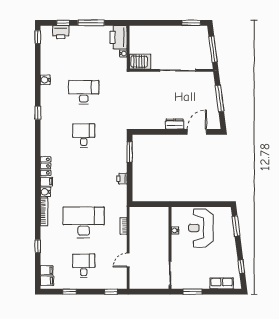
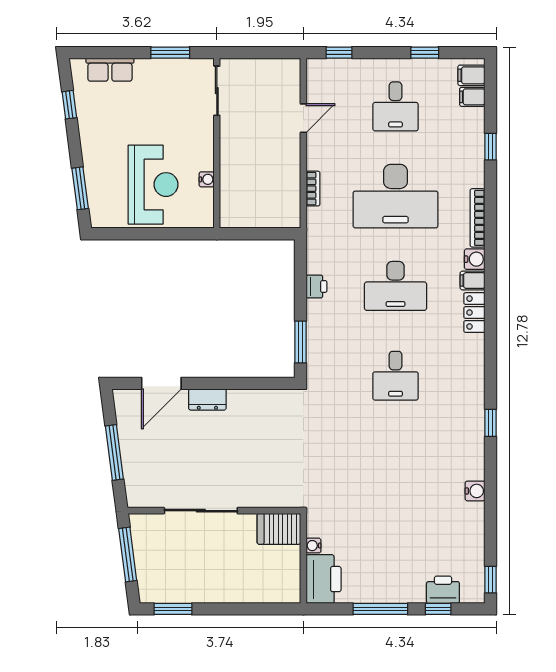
desk: (84, 92) -> (396, 286), moved

